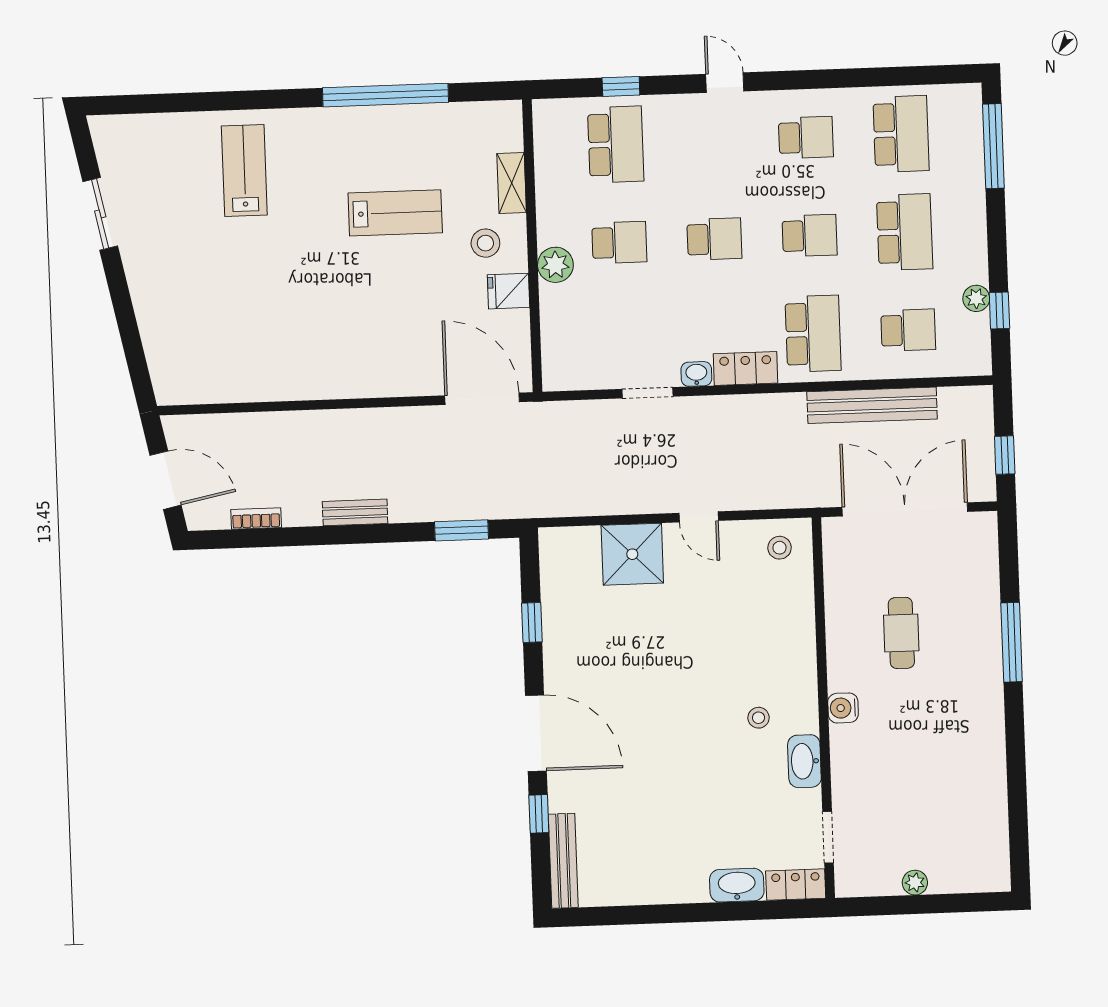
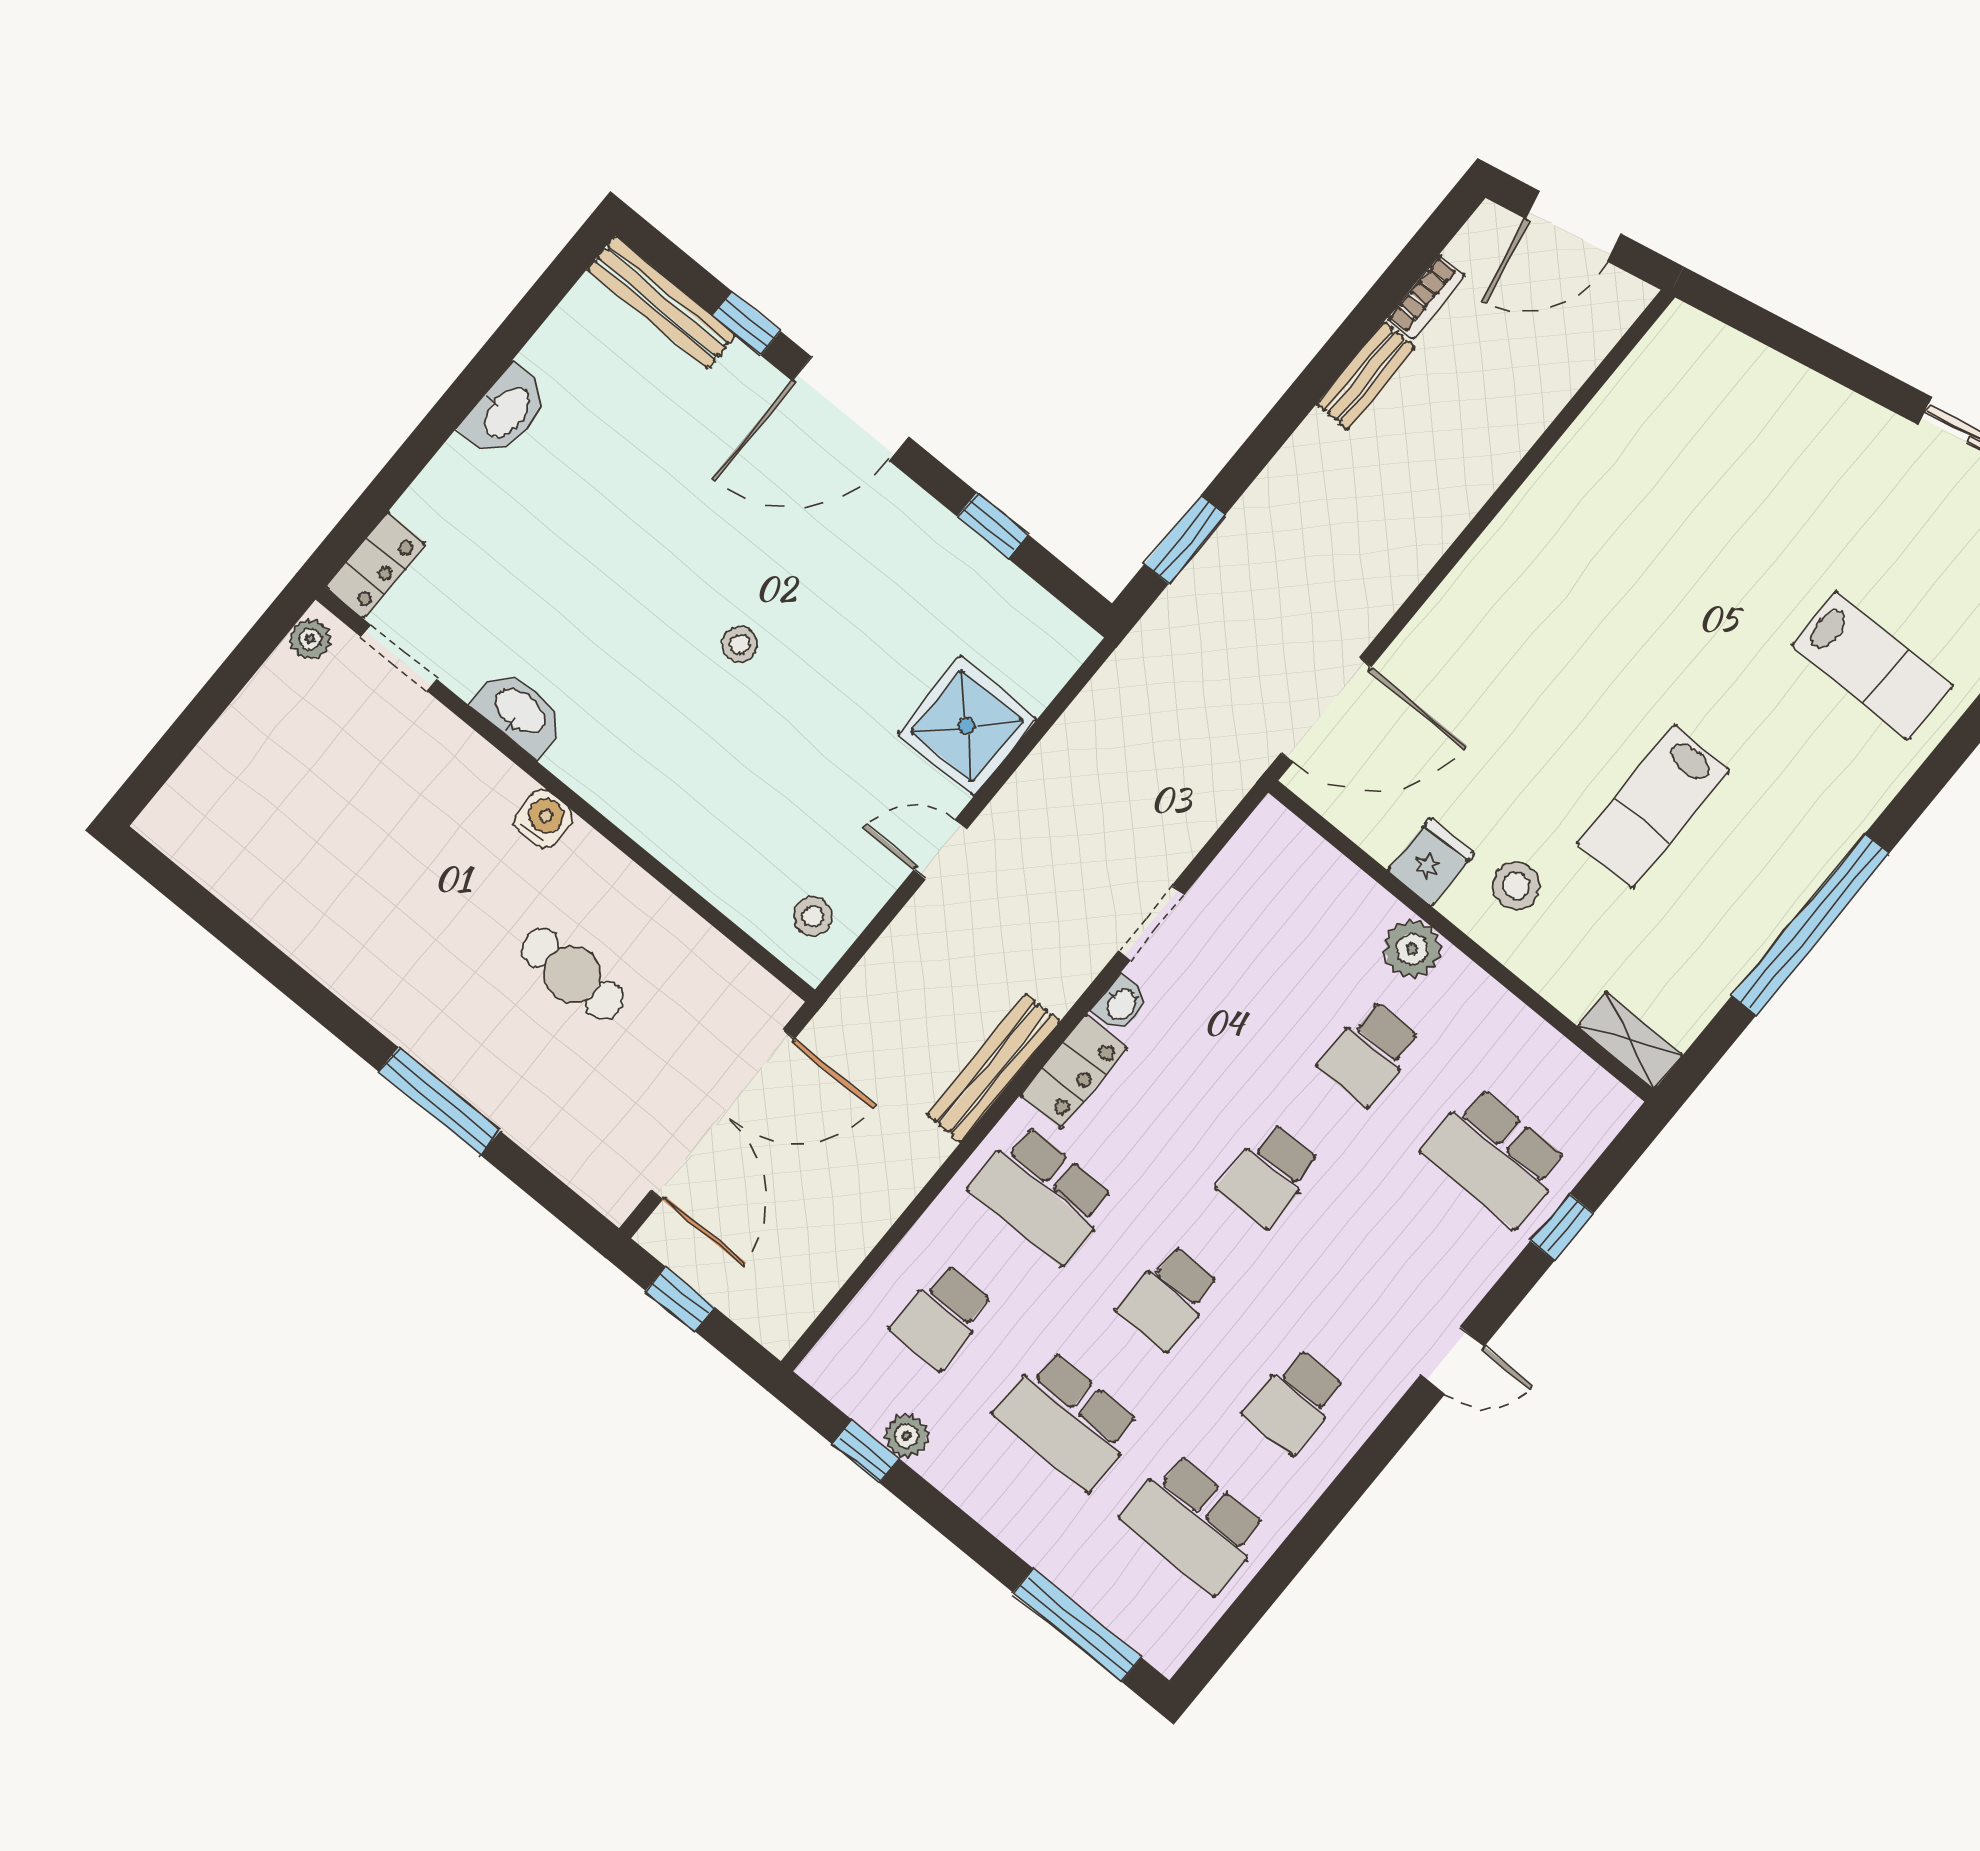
shelving: (512, 183) -> (1630, 1040), moved
bench: (872, 405) -> (993, 1068), moved, width x0.73, depth x0.82
bench: (355, 512) -> (1366, 376), moved
stool: (759, 718) -> (740, 644), moved
plant: (915, 883) -> (310, 639), moved
washbasin: (737, 885) -> (505, 411), moved

